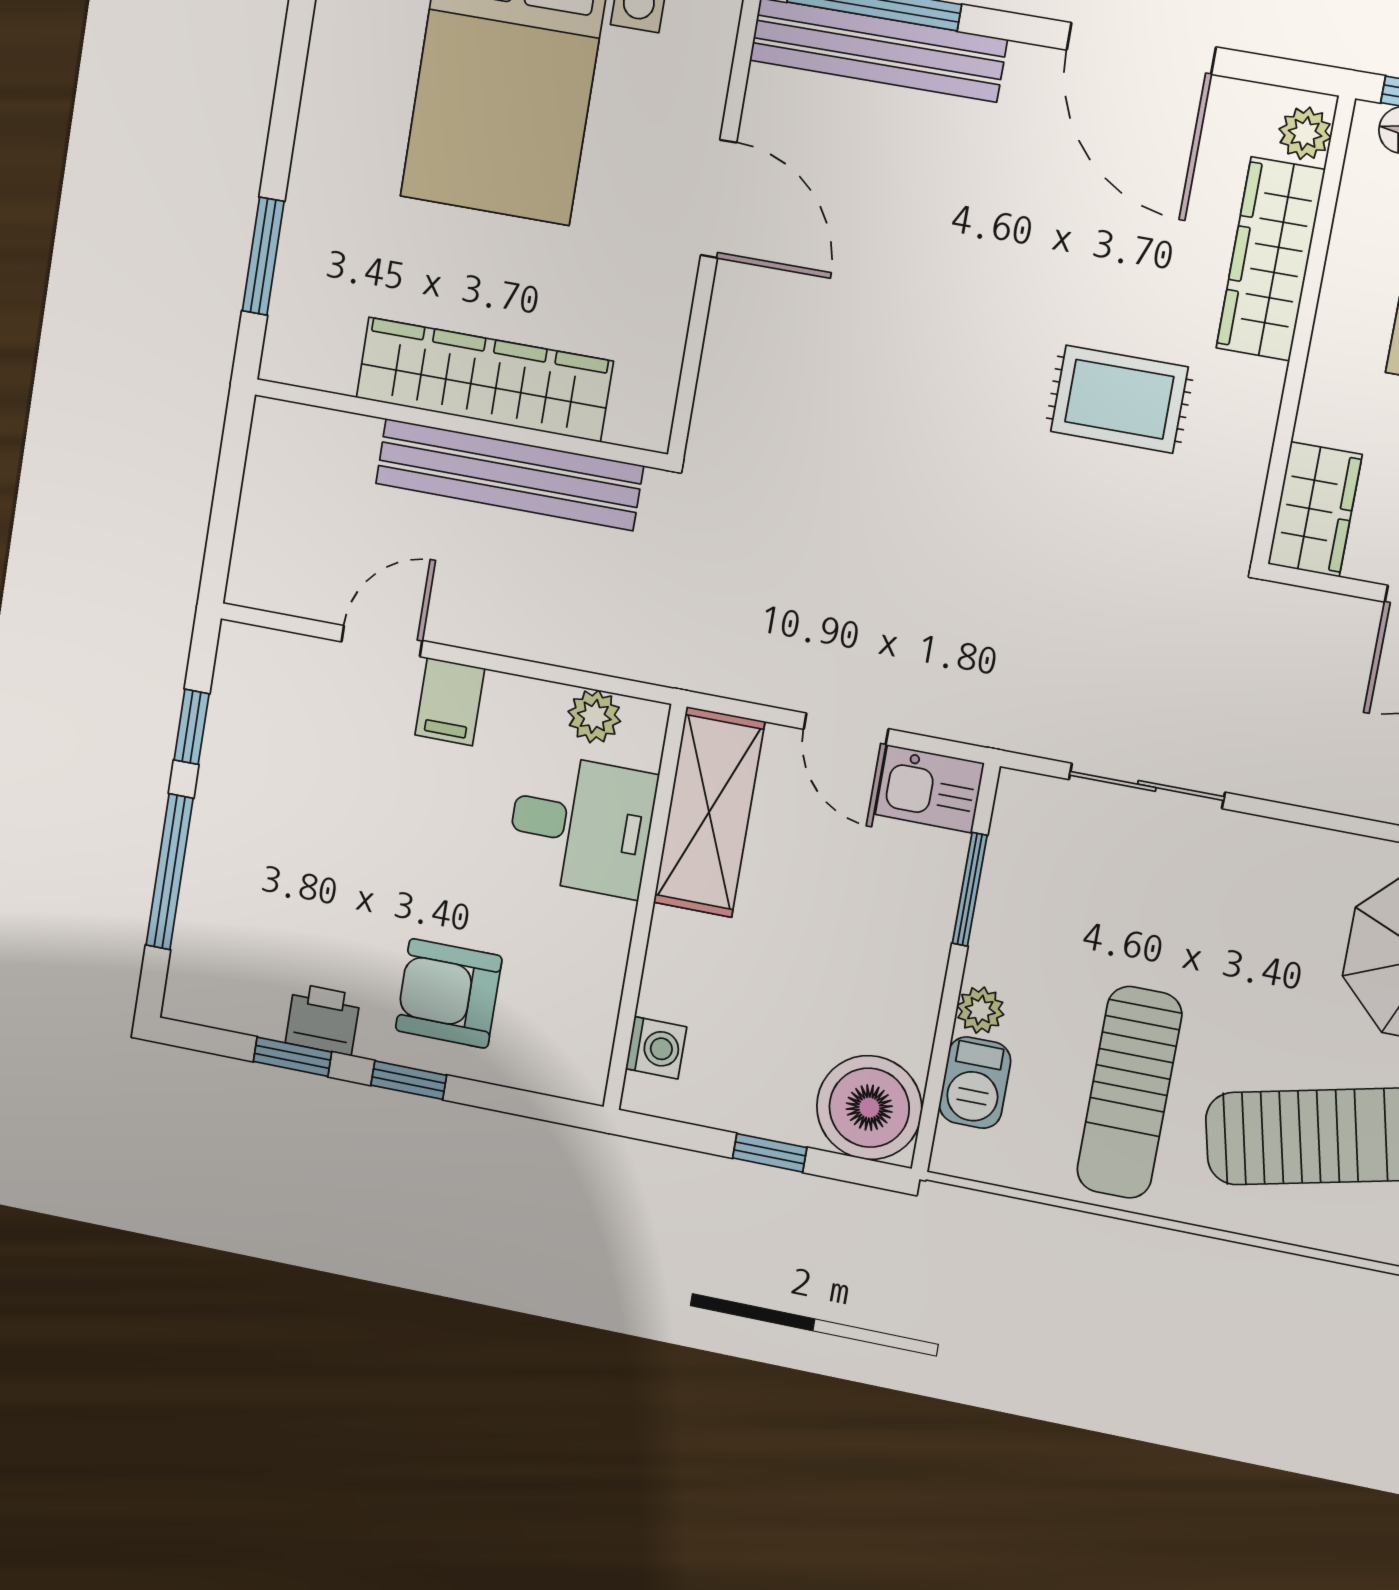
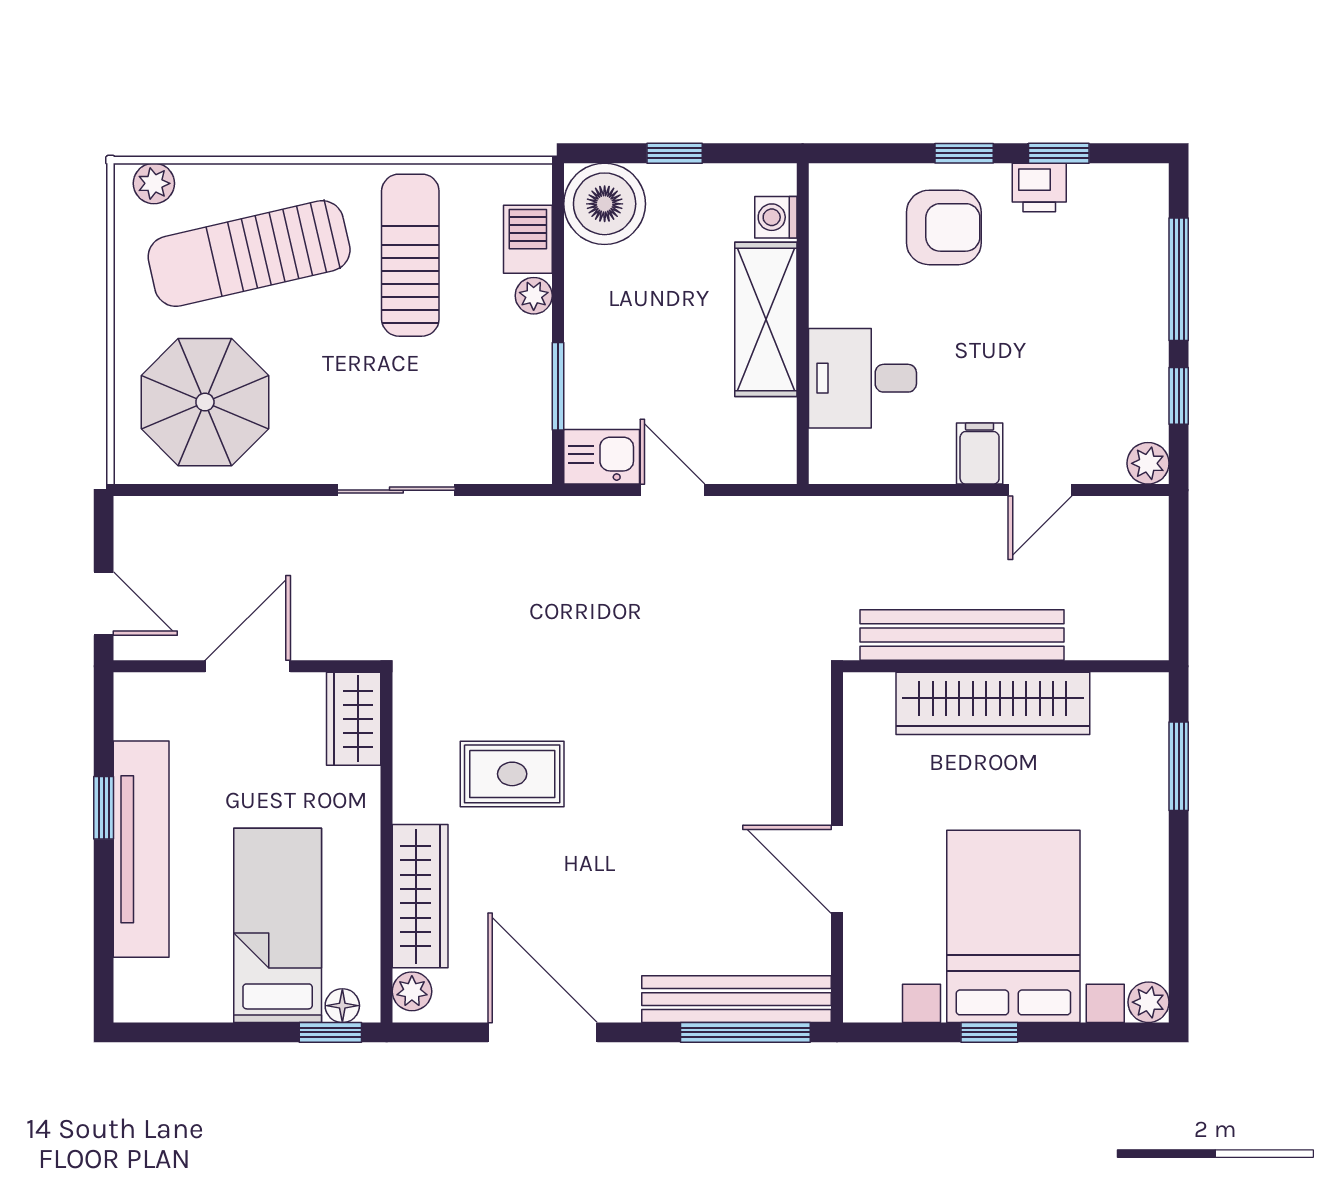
plant: (594, 716) -> (1148, 463), moved
sliding door: (1147, 786) -> (396, 490), moved
shelving: (709, 812) -> (766, 319), moved

